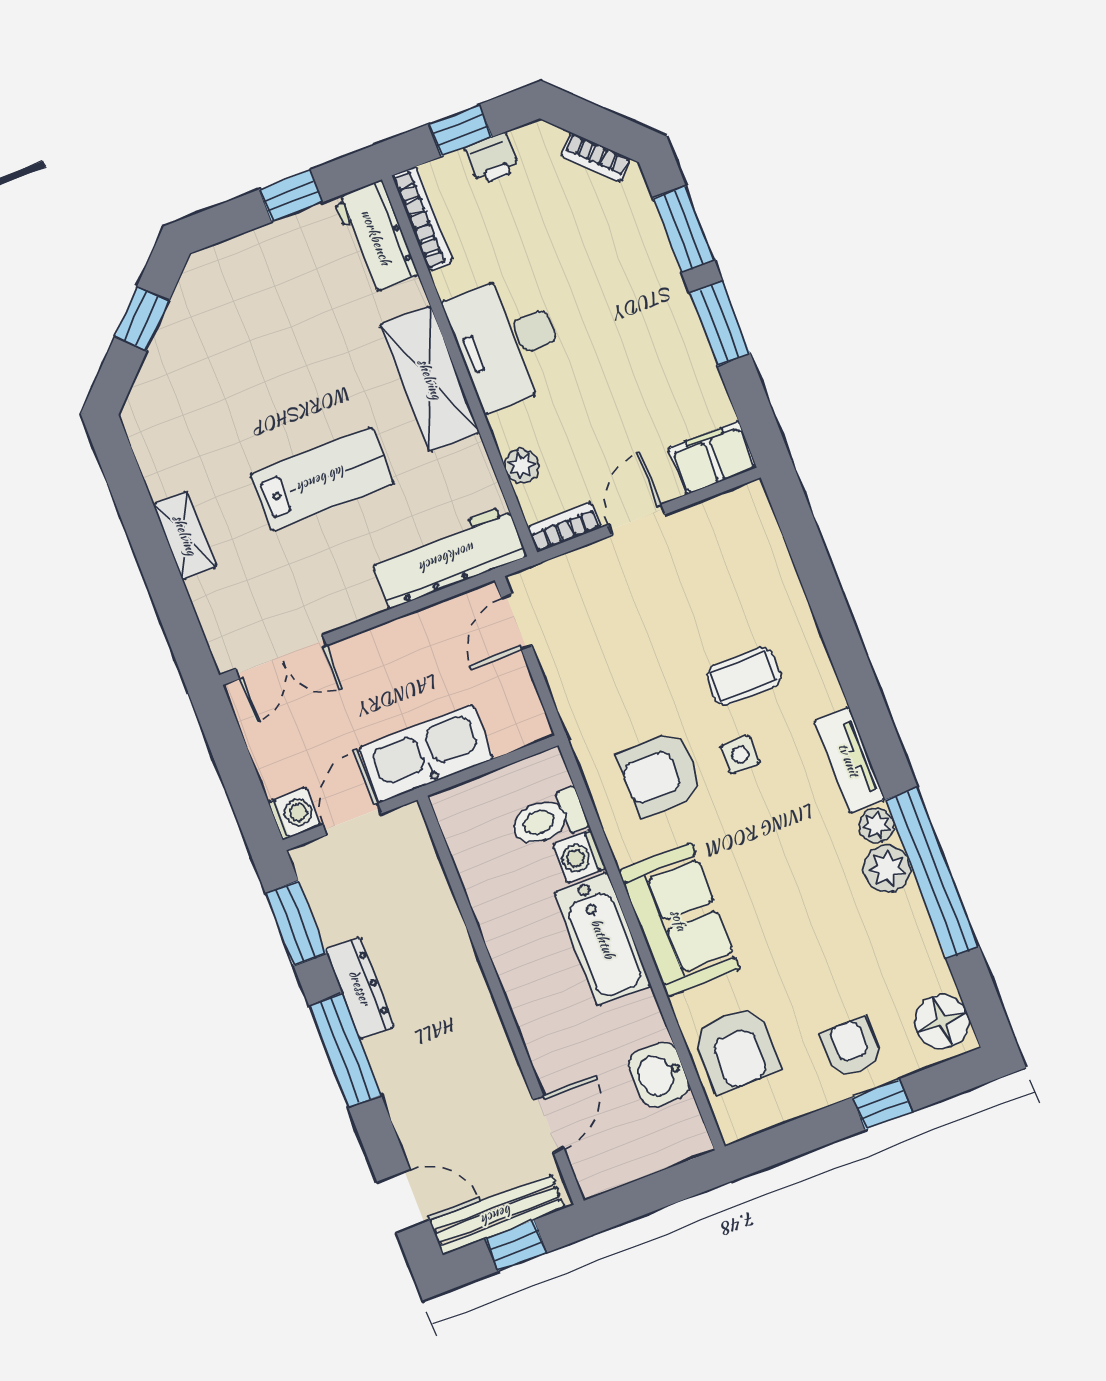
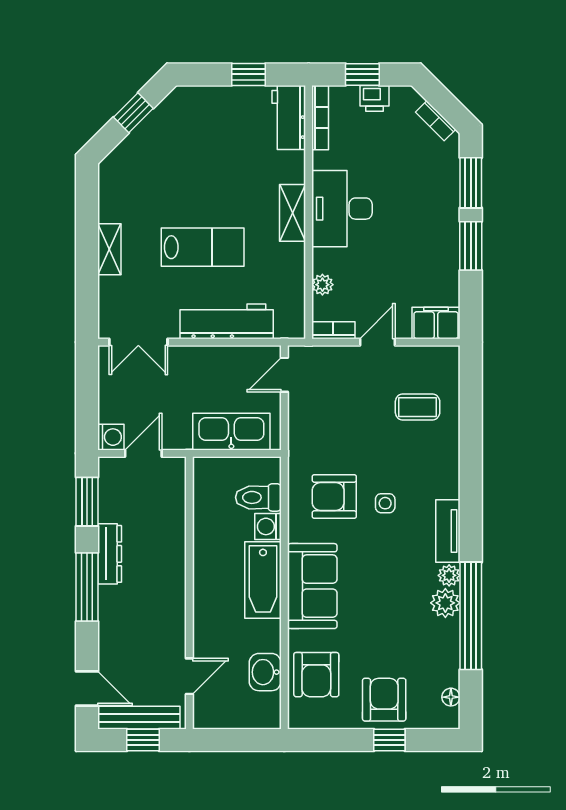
shelving: (430, 379) -> (293, 213), width x0.67, depth x0.75
workbench: (448, 557) -> (227, 321), moved
coffee table: (744, 676) -> (418, 407), moved
kitchen sink: (426, 754) -> (231, 432), moved
floor lamp: (942, 1022) -> (451, 697), width x0.53, depth x0.53
armchair: (851, 1047) -> (384, 700), width x1.38, depth x1.38

